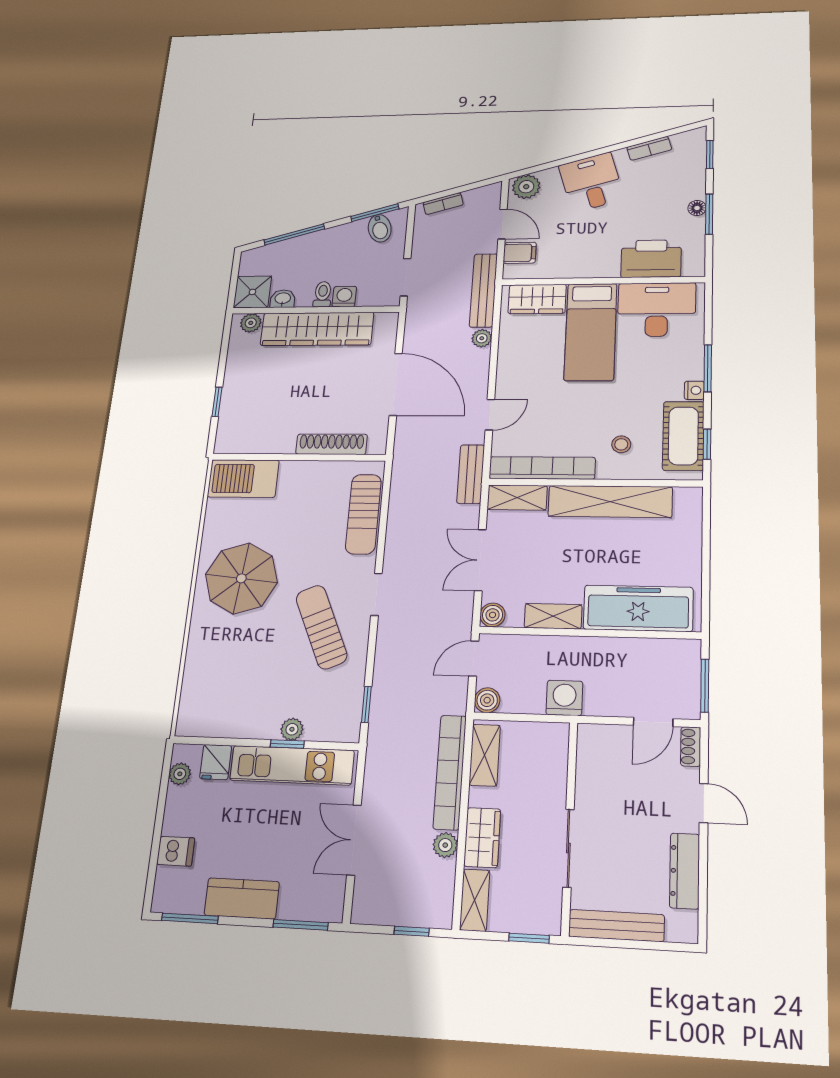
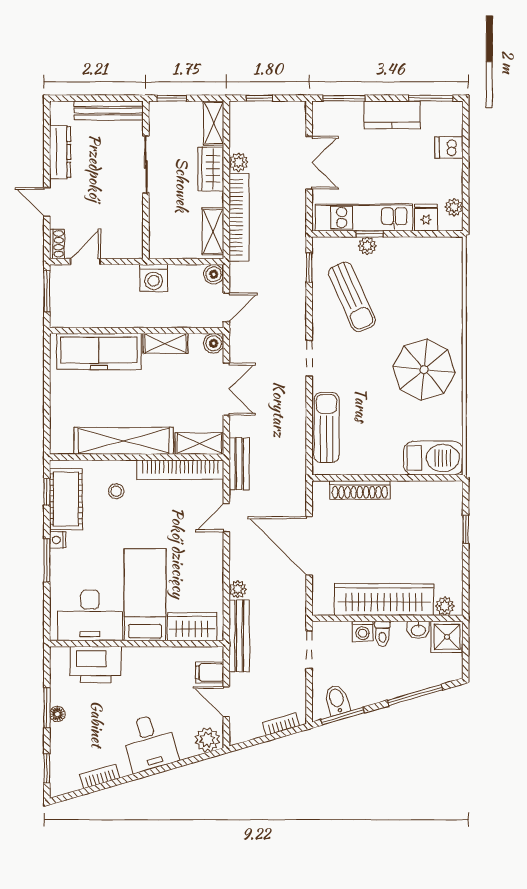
sun lounger: (321, 627) -> (352, 297), moved

